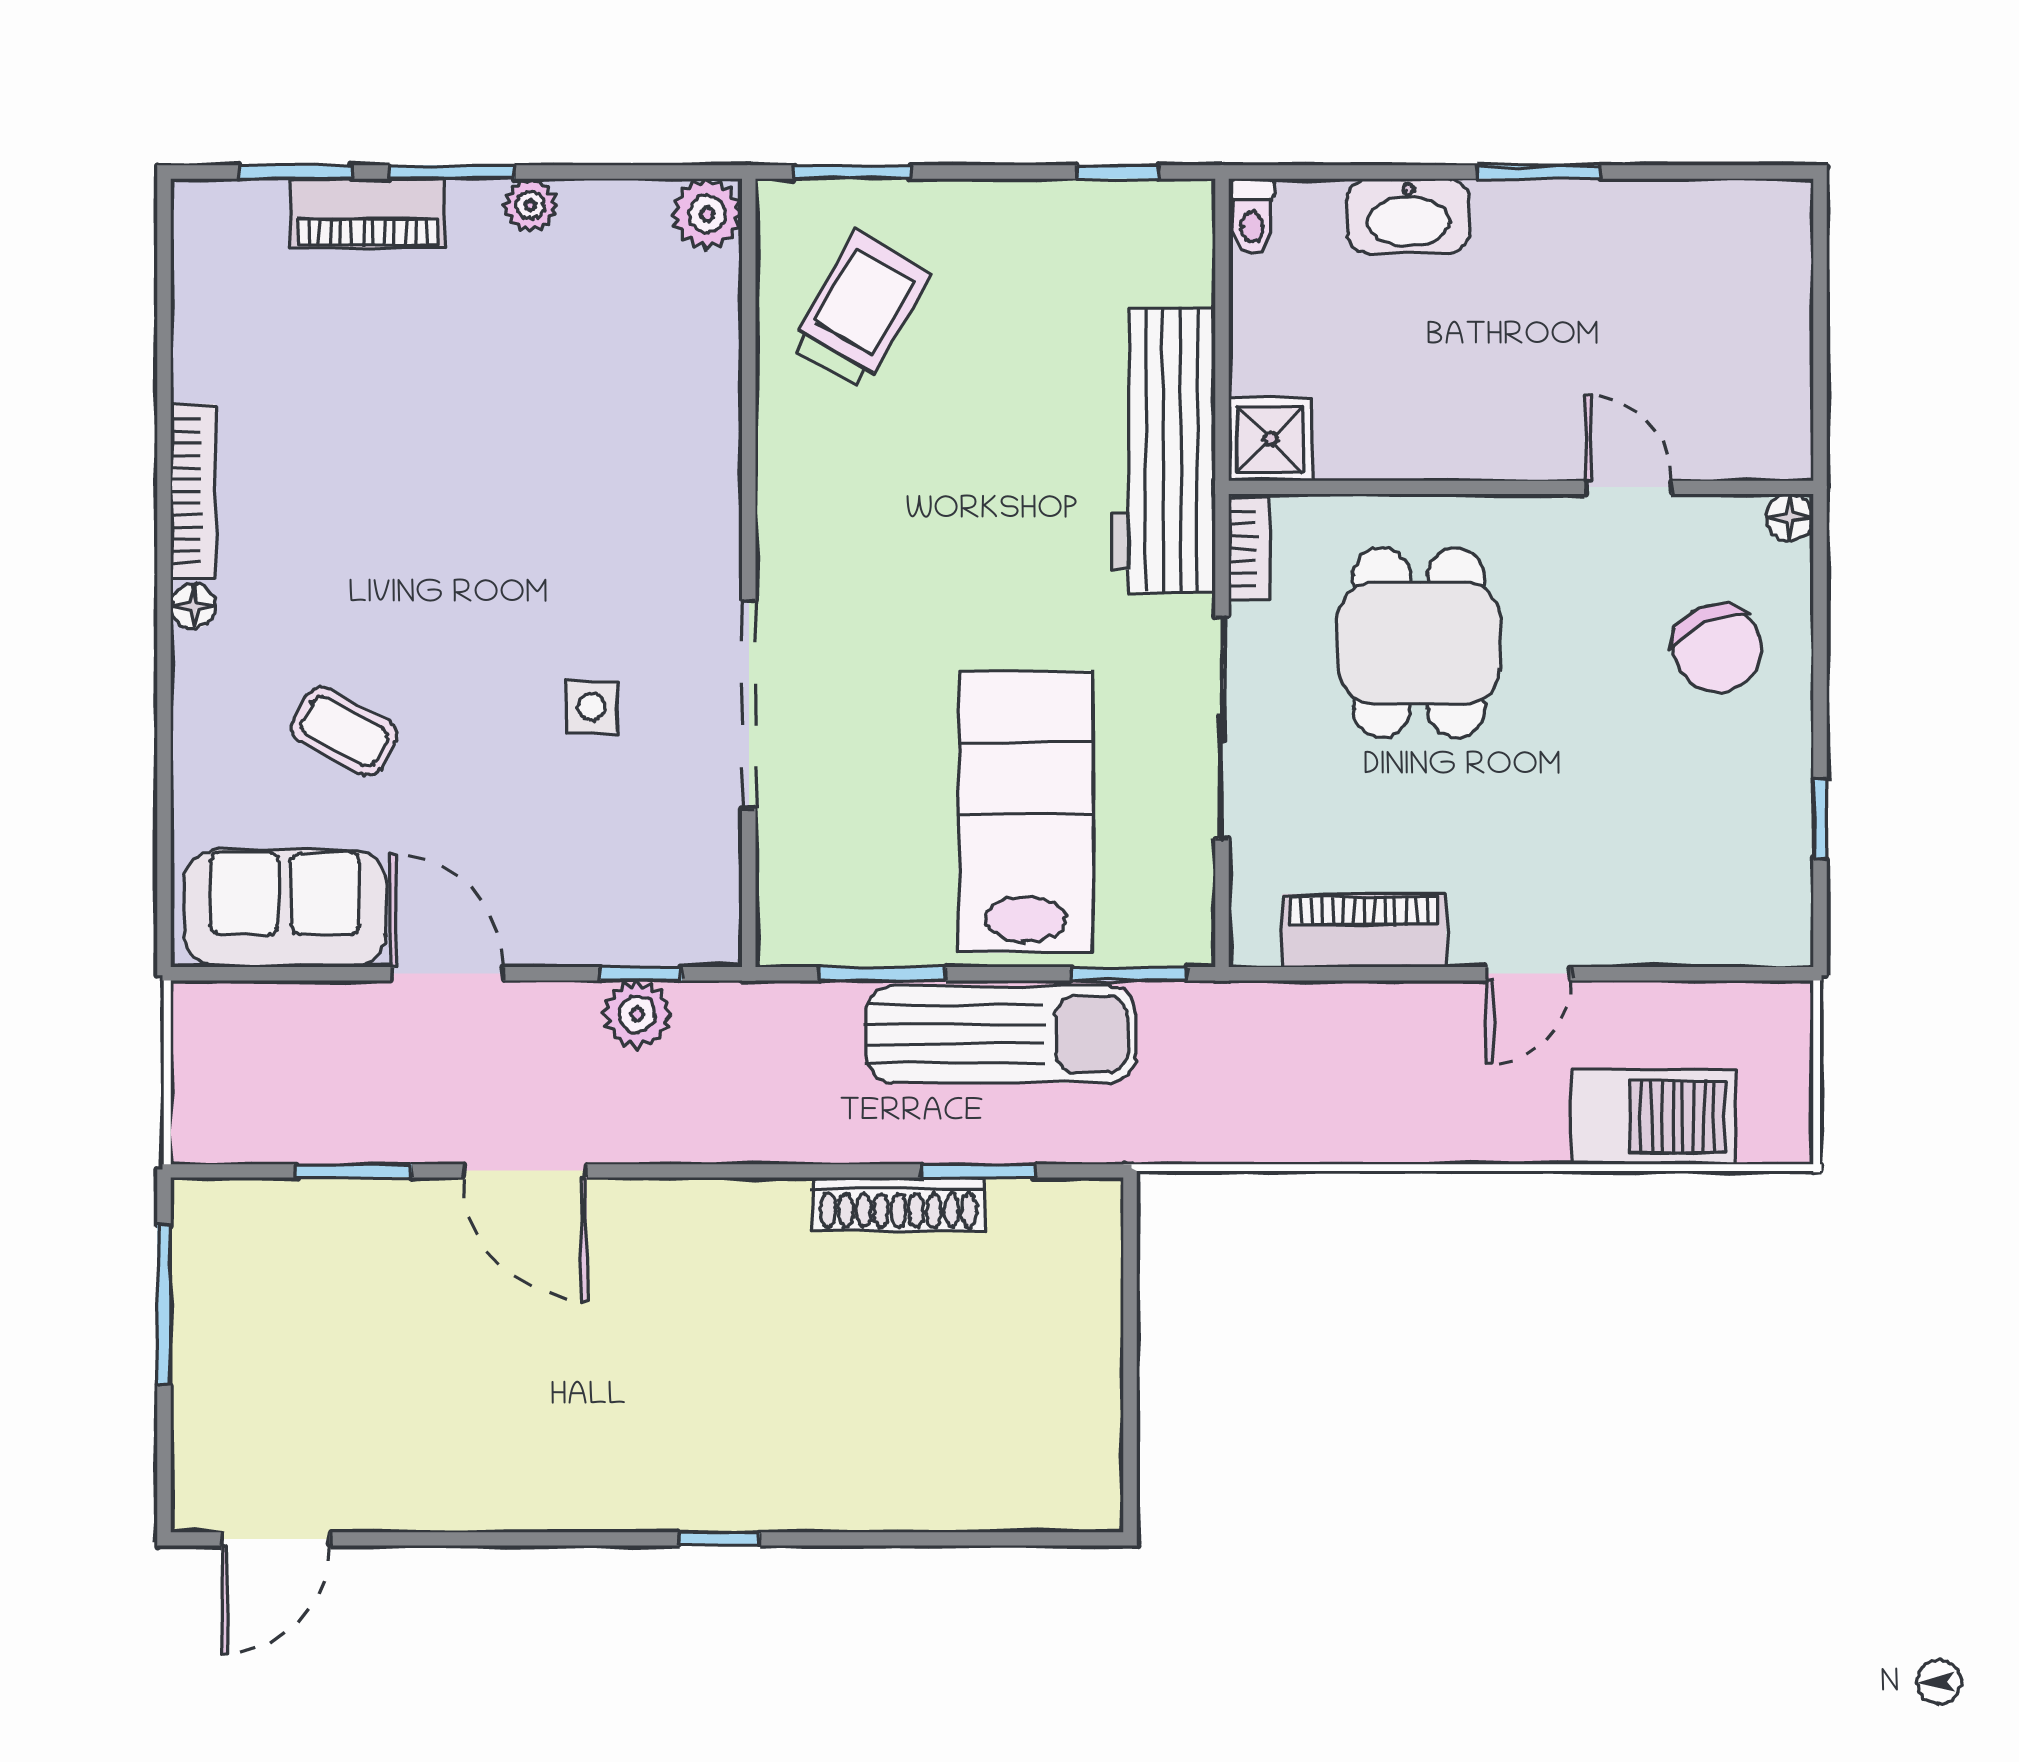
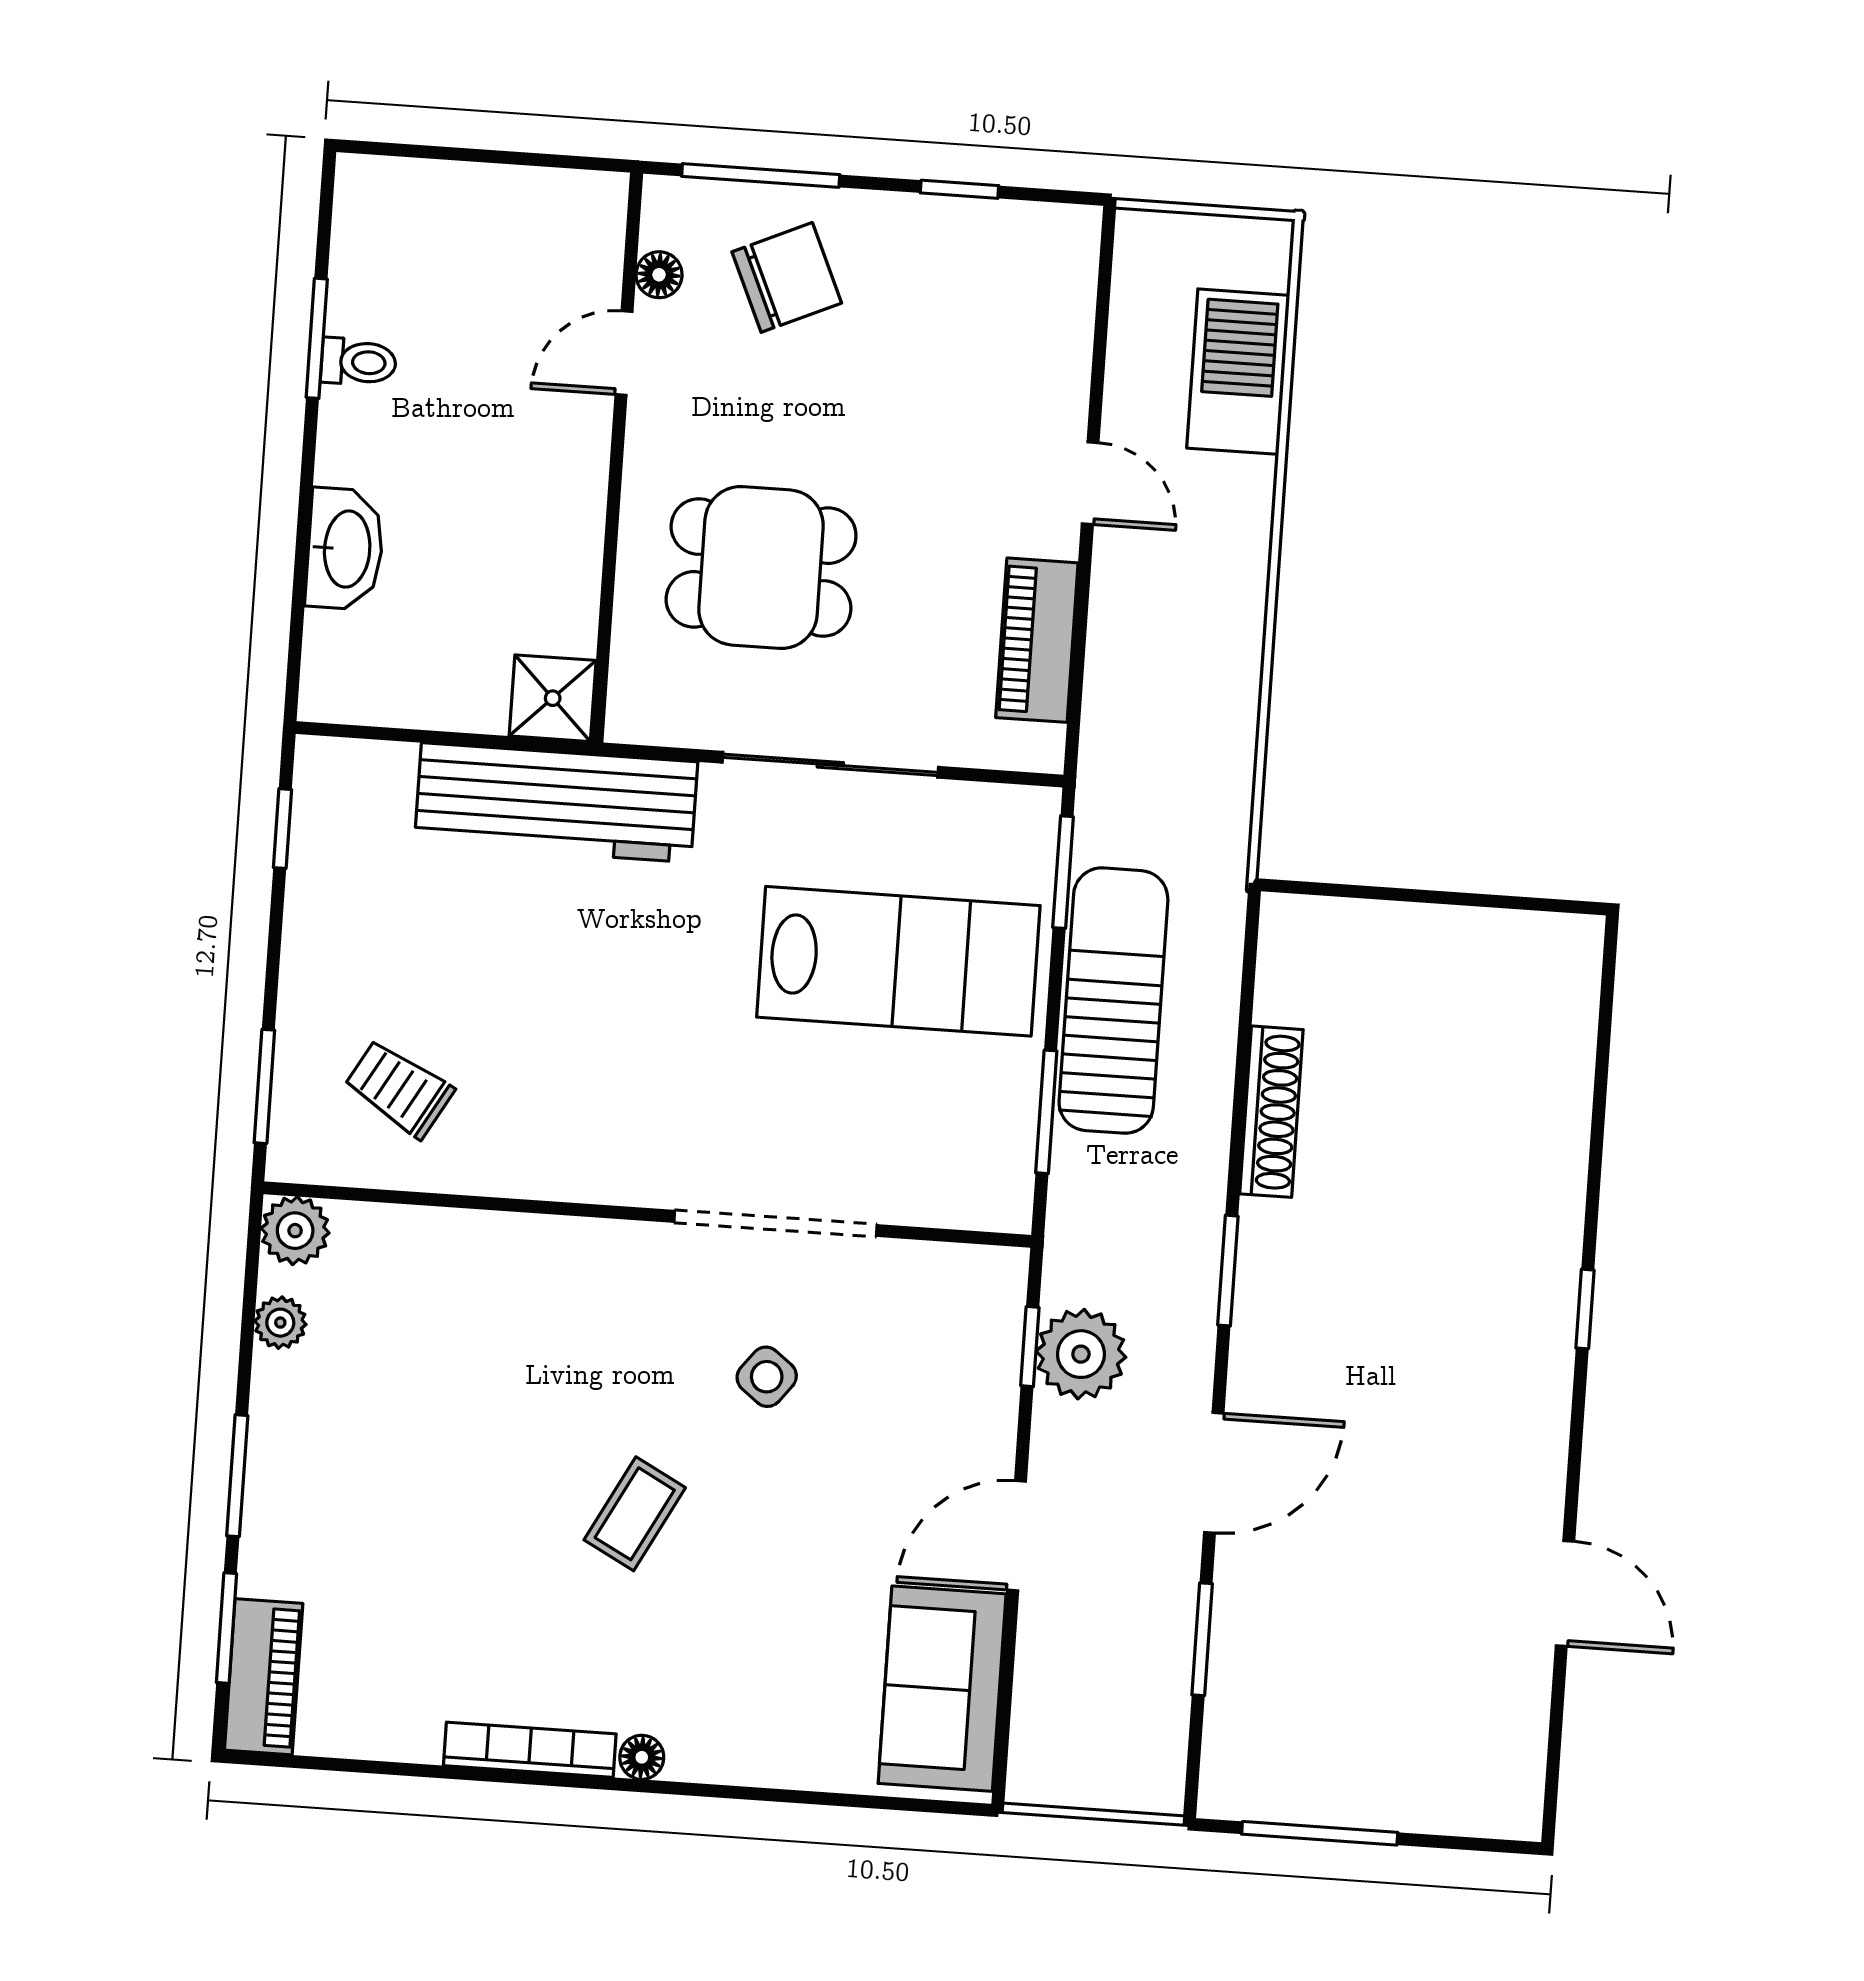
window: (1539, 172) -> (317, 338), moved
plant: (530, 205) -> (280, 1323), moved
piano: (368, 213) -> (264, 1677), moved
toilet: (1252, 216) -> (358, 362), moved
trolley: (860, 310) -> (399, 1089), width x0.73, depth x0.72
floor lamp: (1790, 518) -> (659, 275), moved
bookcase: (1249, 549) -> (658, 726), removed
window: (1820, 615) -> (761, 175), added
side table: (591, 707) -> (767, 1377), turned 38
coffee table: (344, 732) -> (635, 1514), moved
lab bench: (1026, 812) -> (898, 961), turned 180
plant: (637, 1014) -> (1081, 1354), width x1.36, depth x1.36
window: (978, 1171) -> (1228, 1271), moved
door: (276, 1539) -> (1565, 1593), moved

